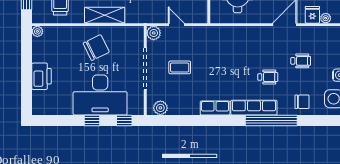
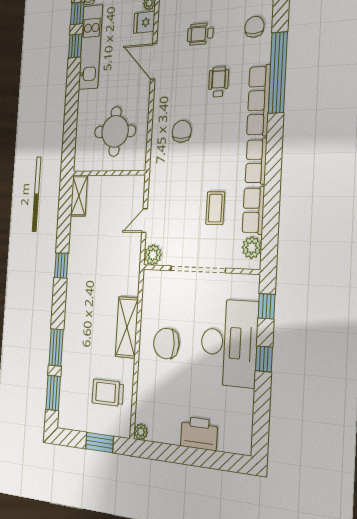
chair: (96, 48) -> (166, 344), turned -64
chair: (236, 50) -> (182, 131), added
wheelchair: (301, 61) -> (200, 34), turned -90
coffee table: (180, 67) -> (215, 208), moved
row of seats: (184, 108) -> (253, 210), added

